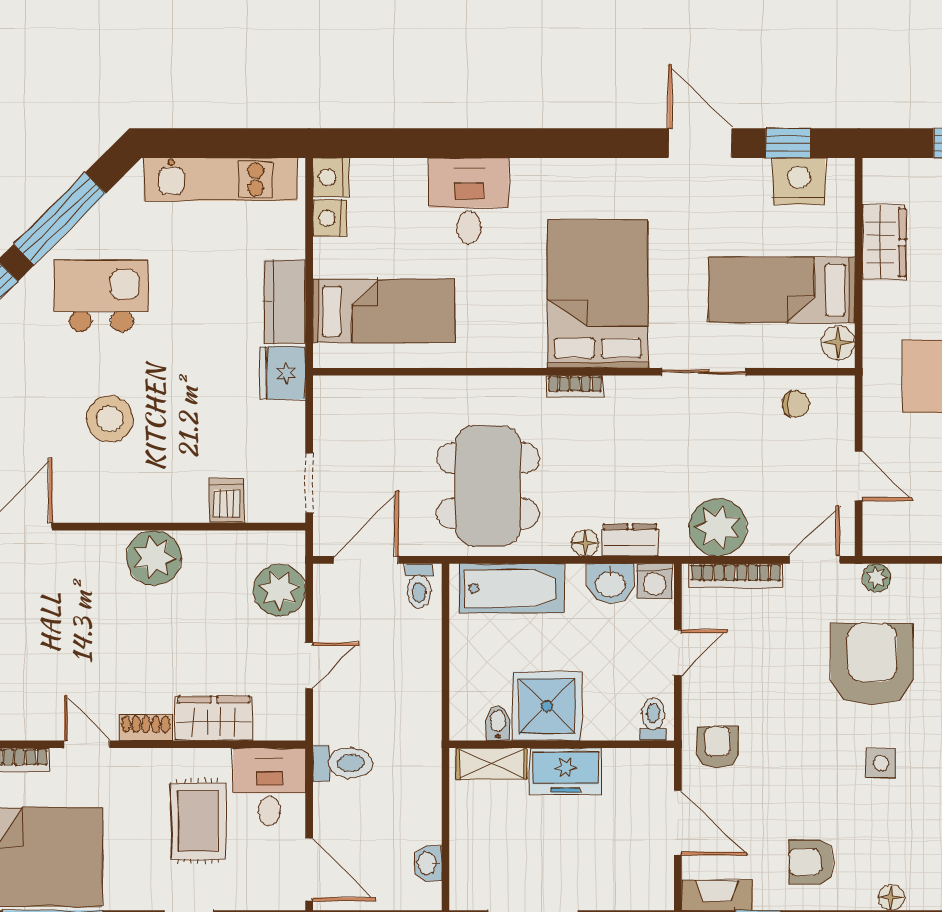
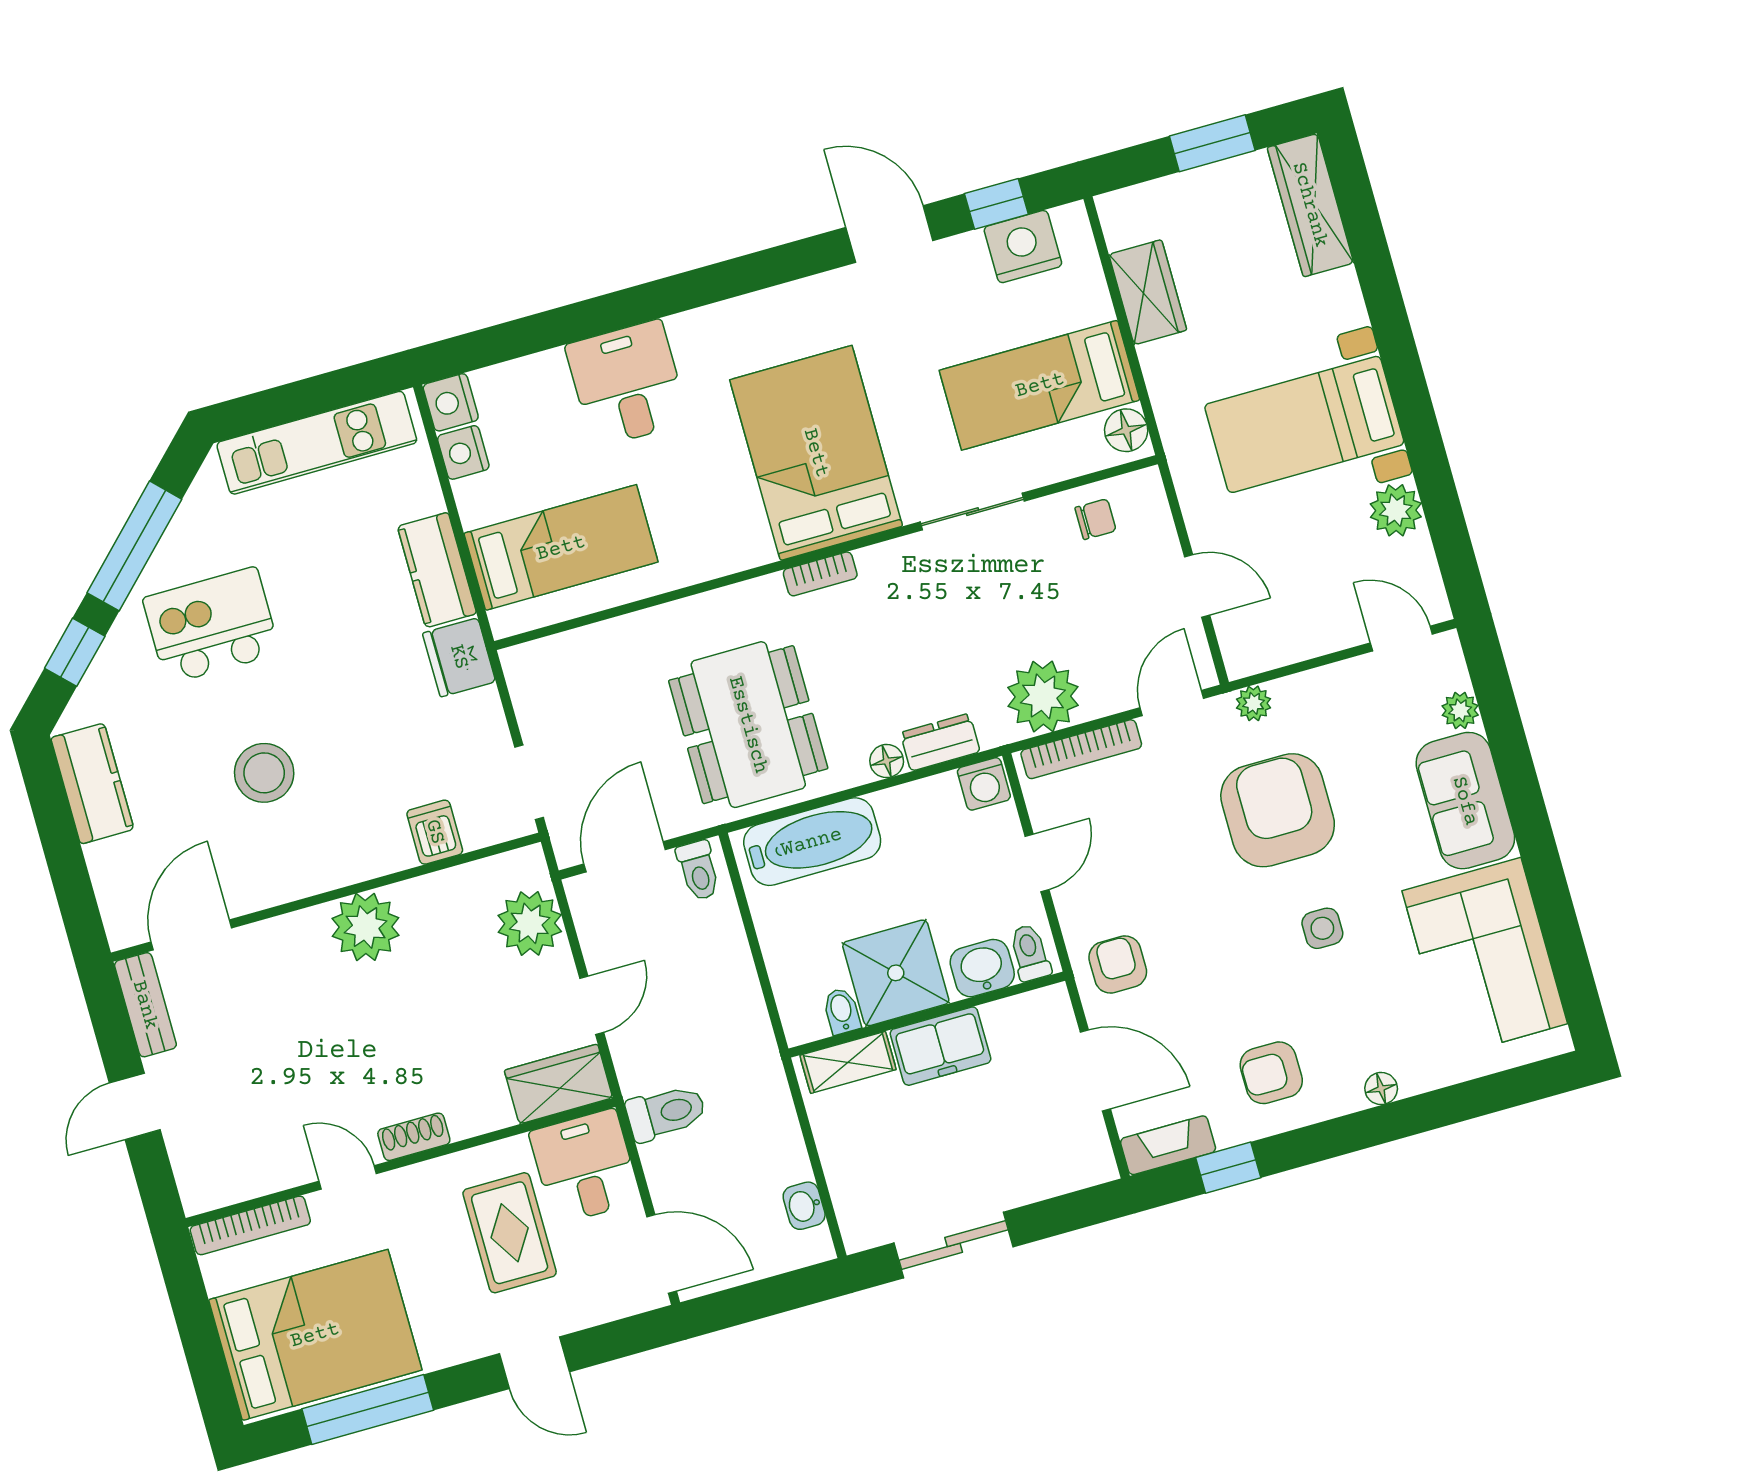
washbasin: (610, 583) -> (982, 968), moved, turned 180
wardrobe: (214, 718) -> (558, 1084), moved

